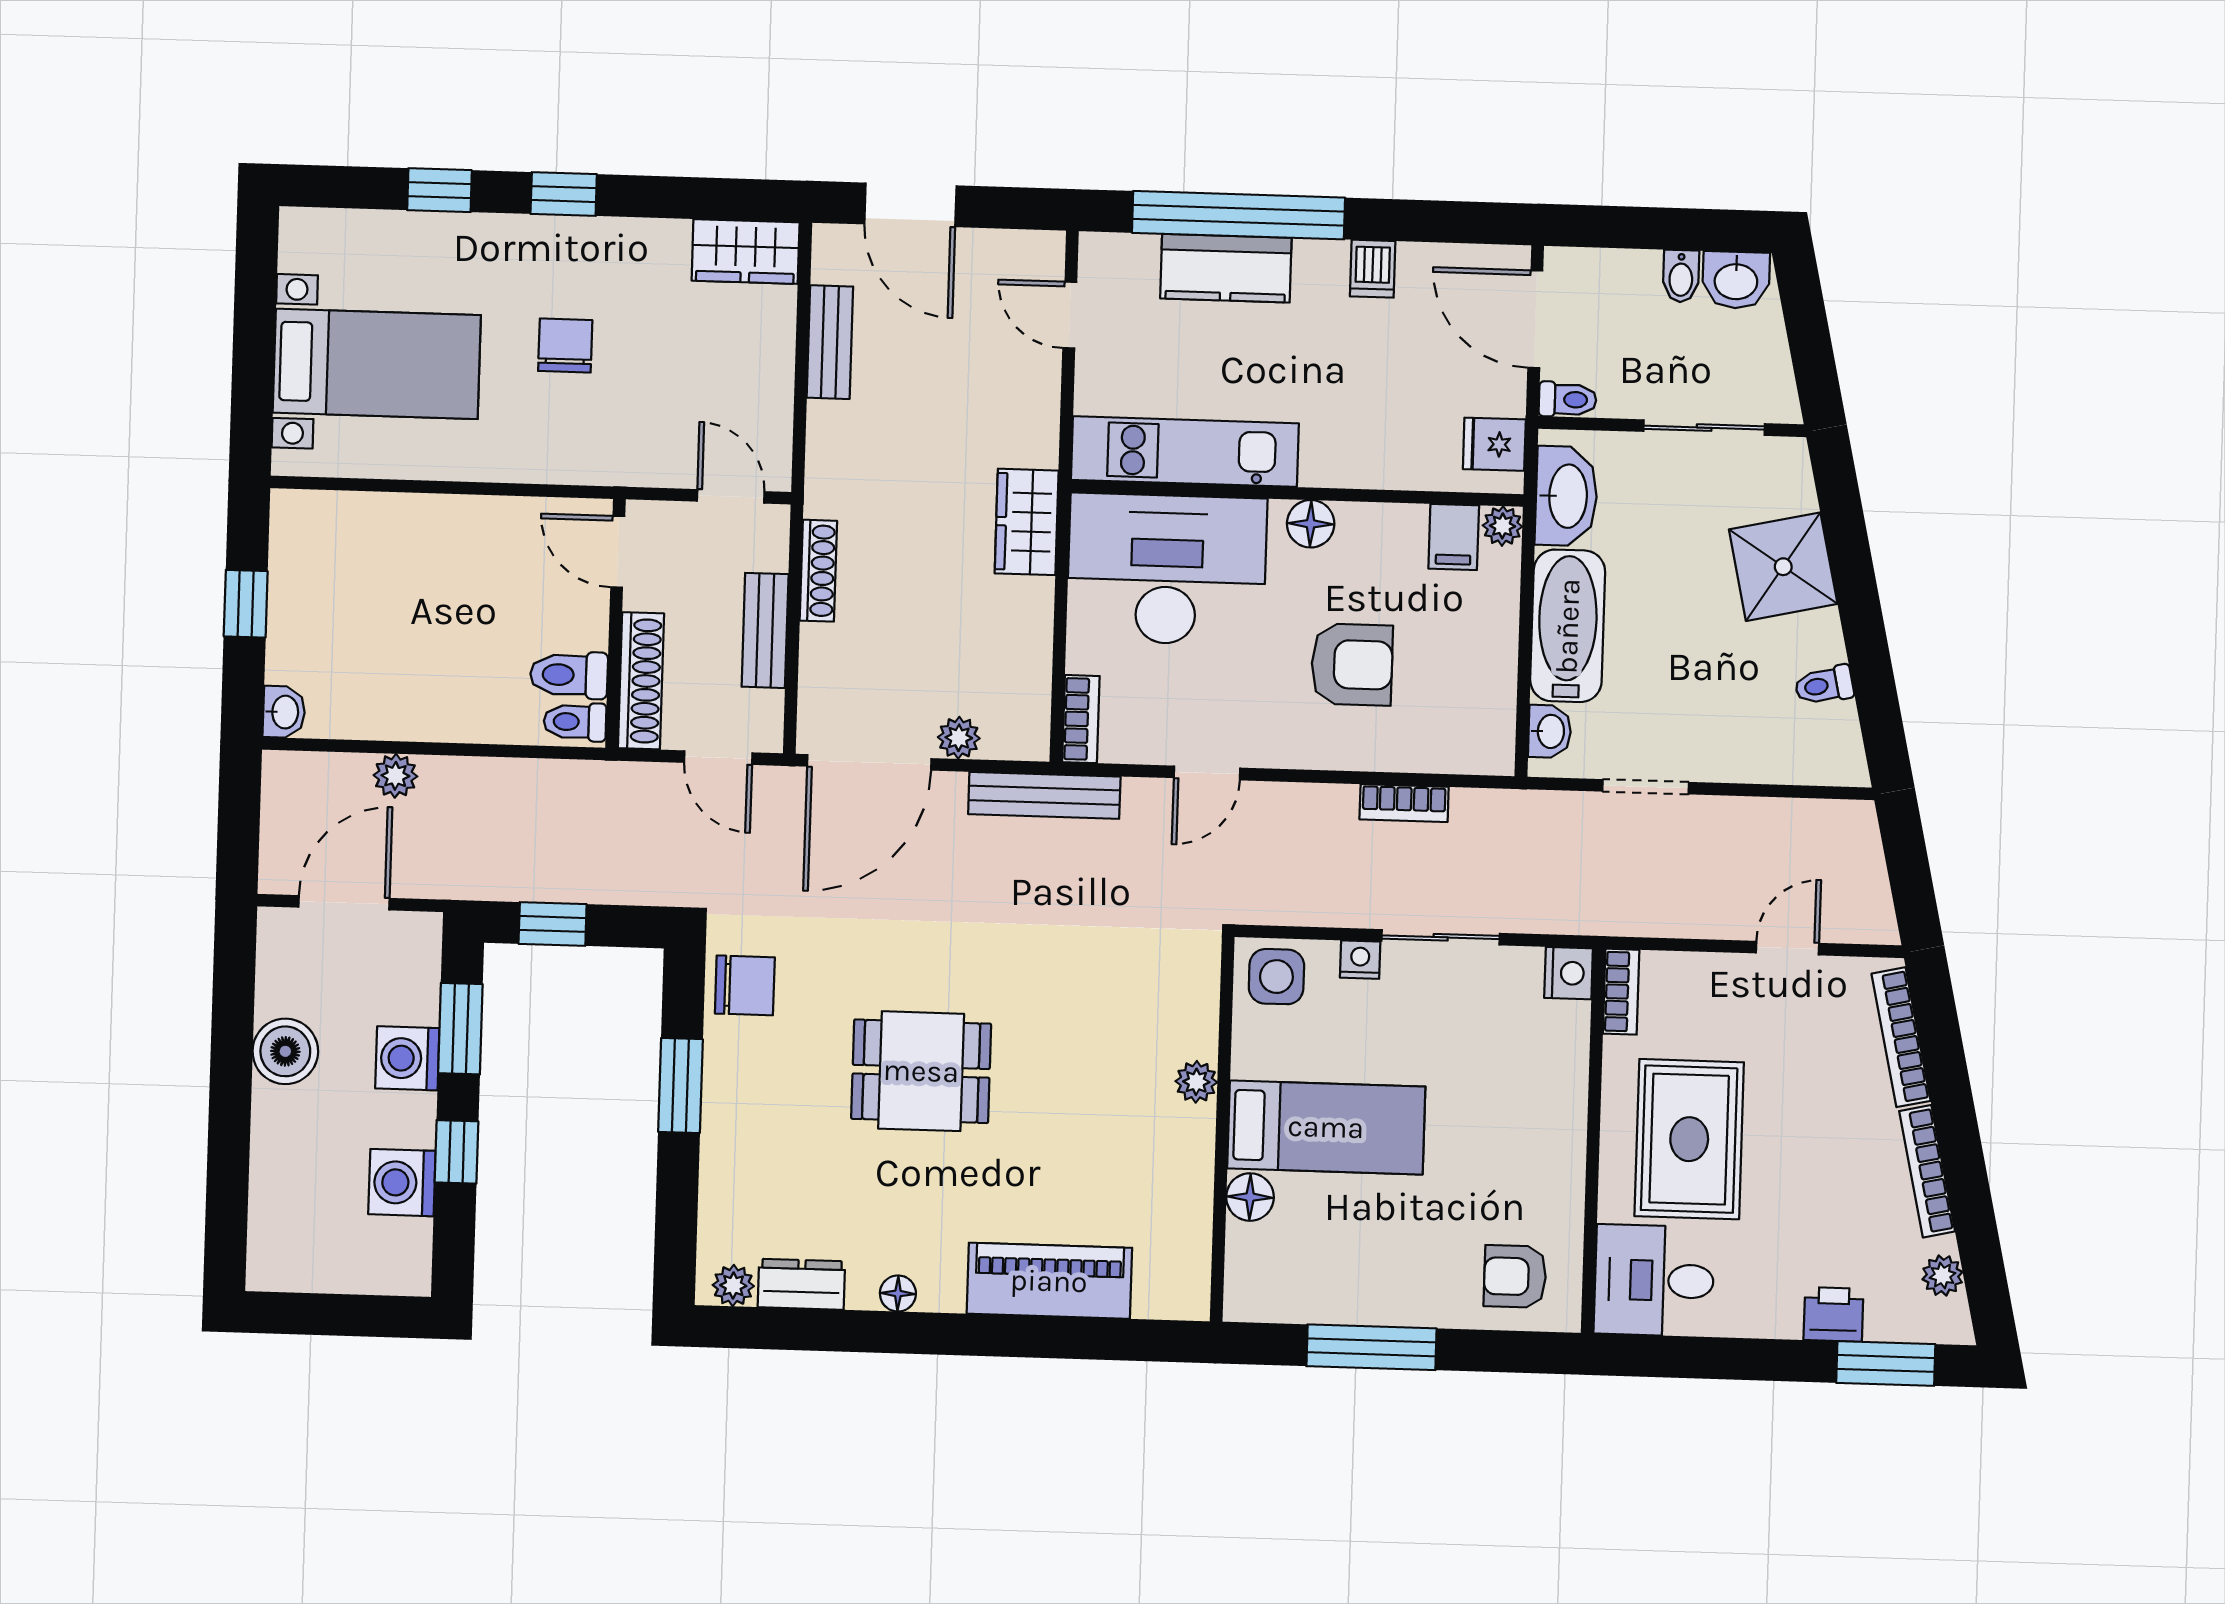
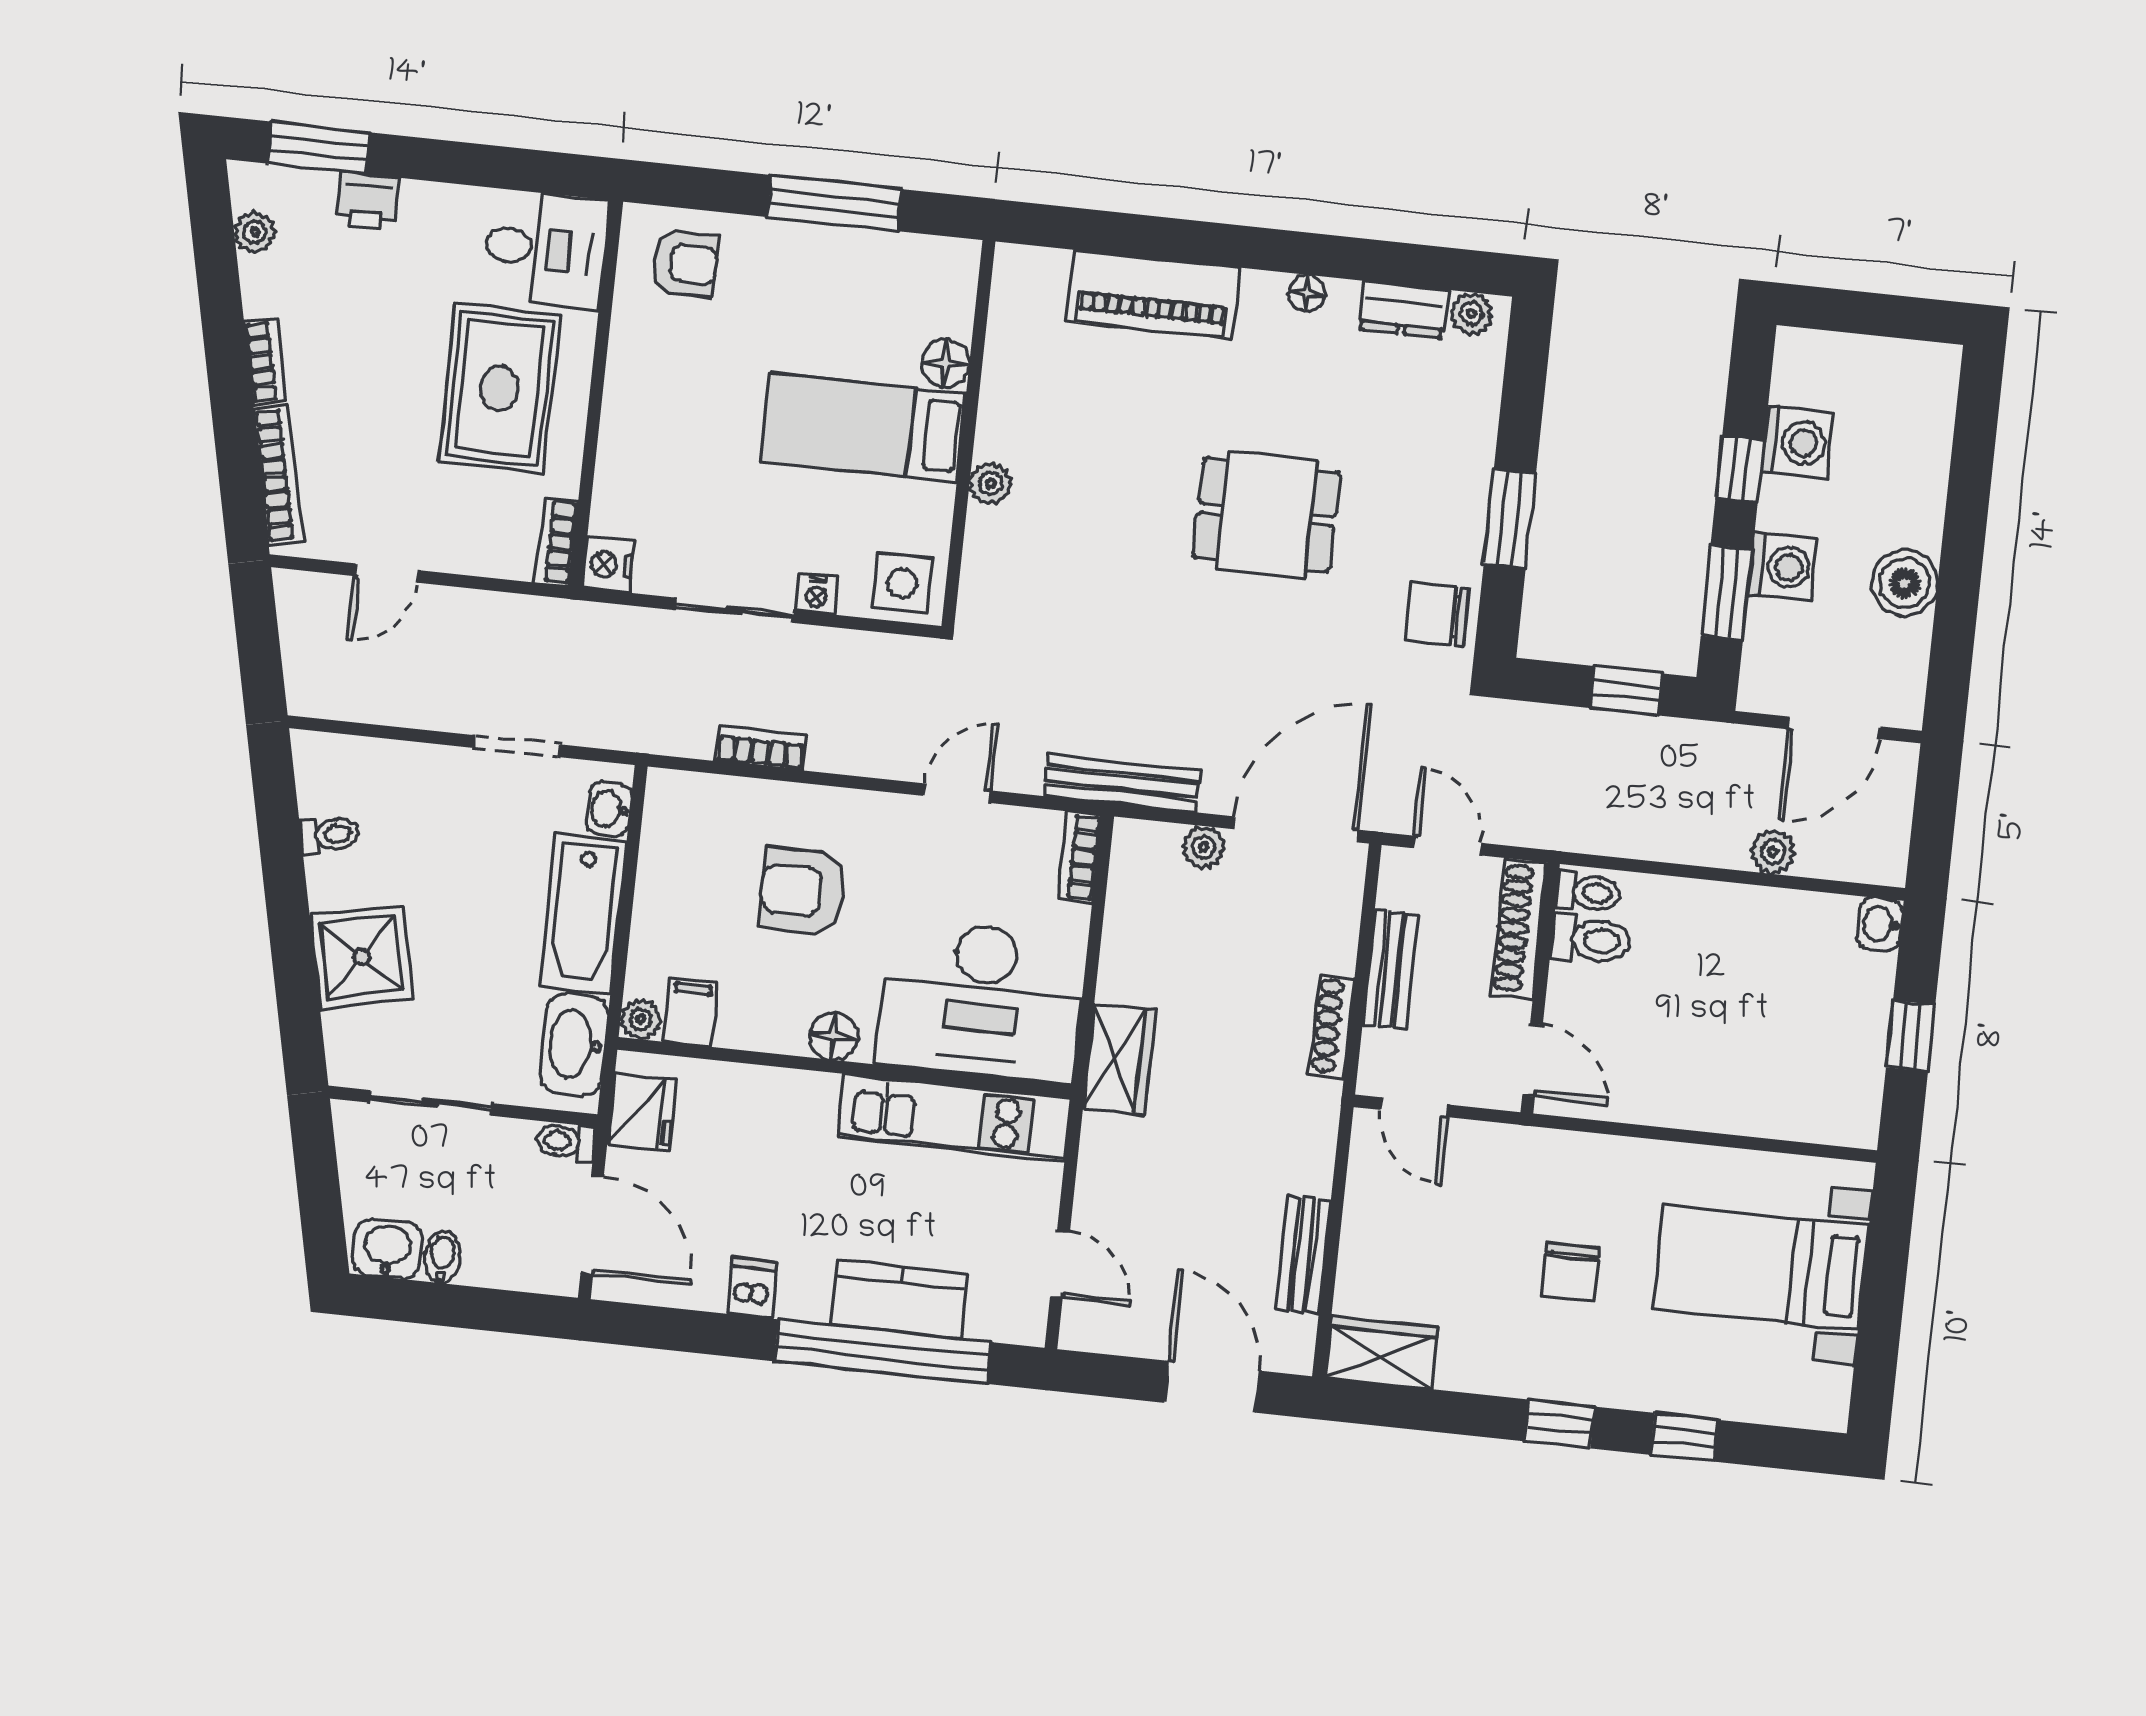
fridge: (1494, 444) -> (642, 1112), width x1.38
bookcase: (1927, 1171) -> (265, 361), width x0.64

